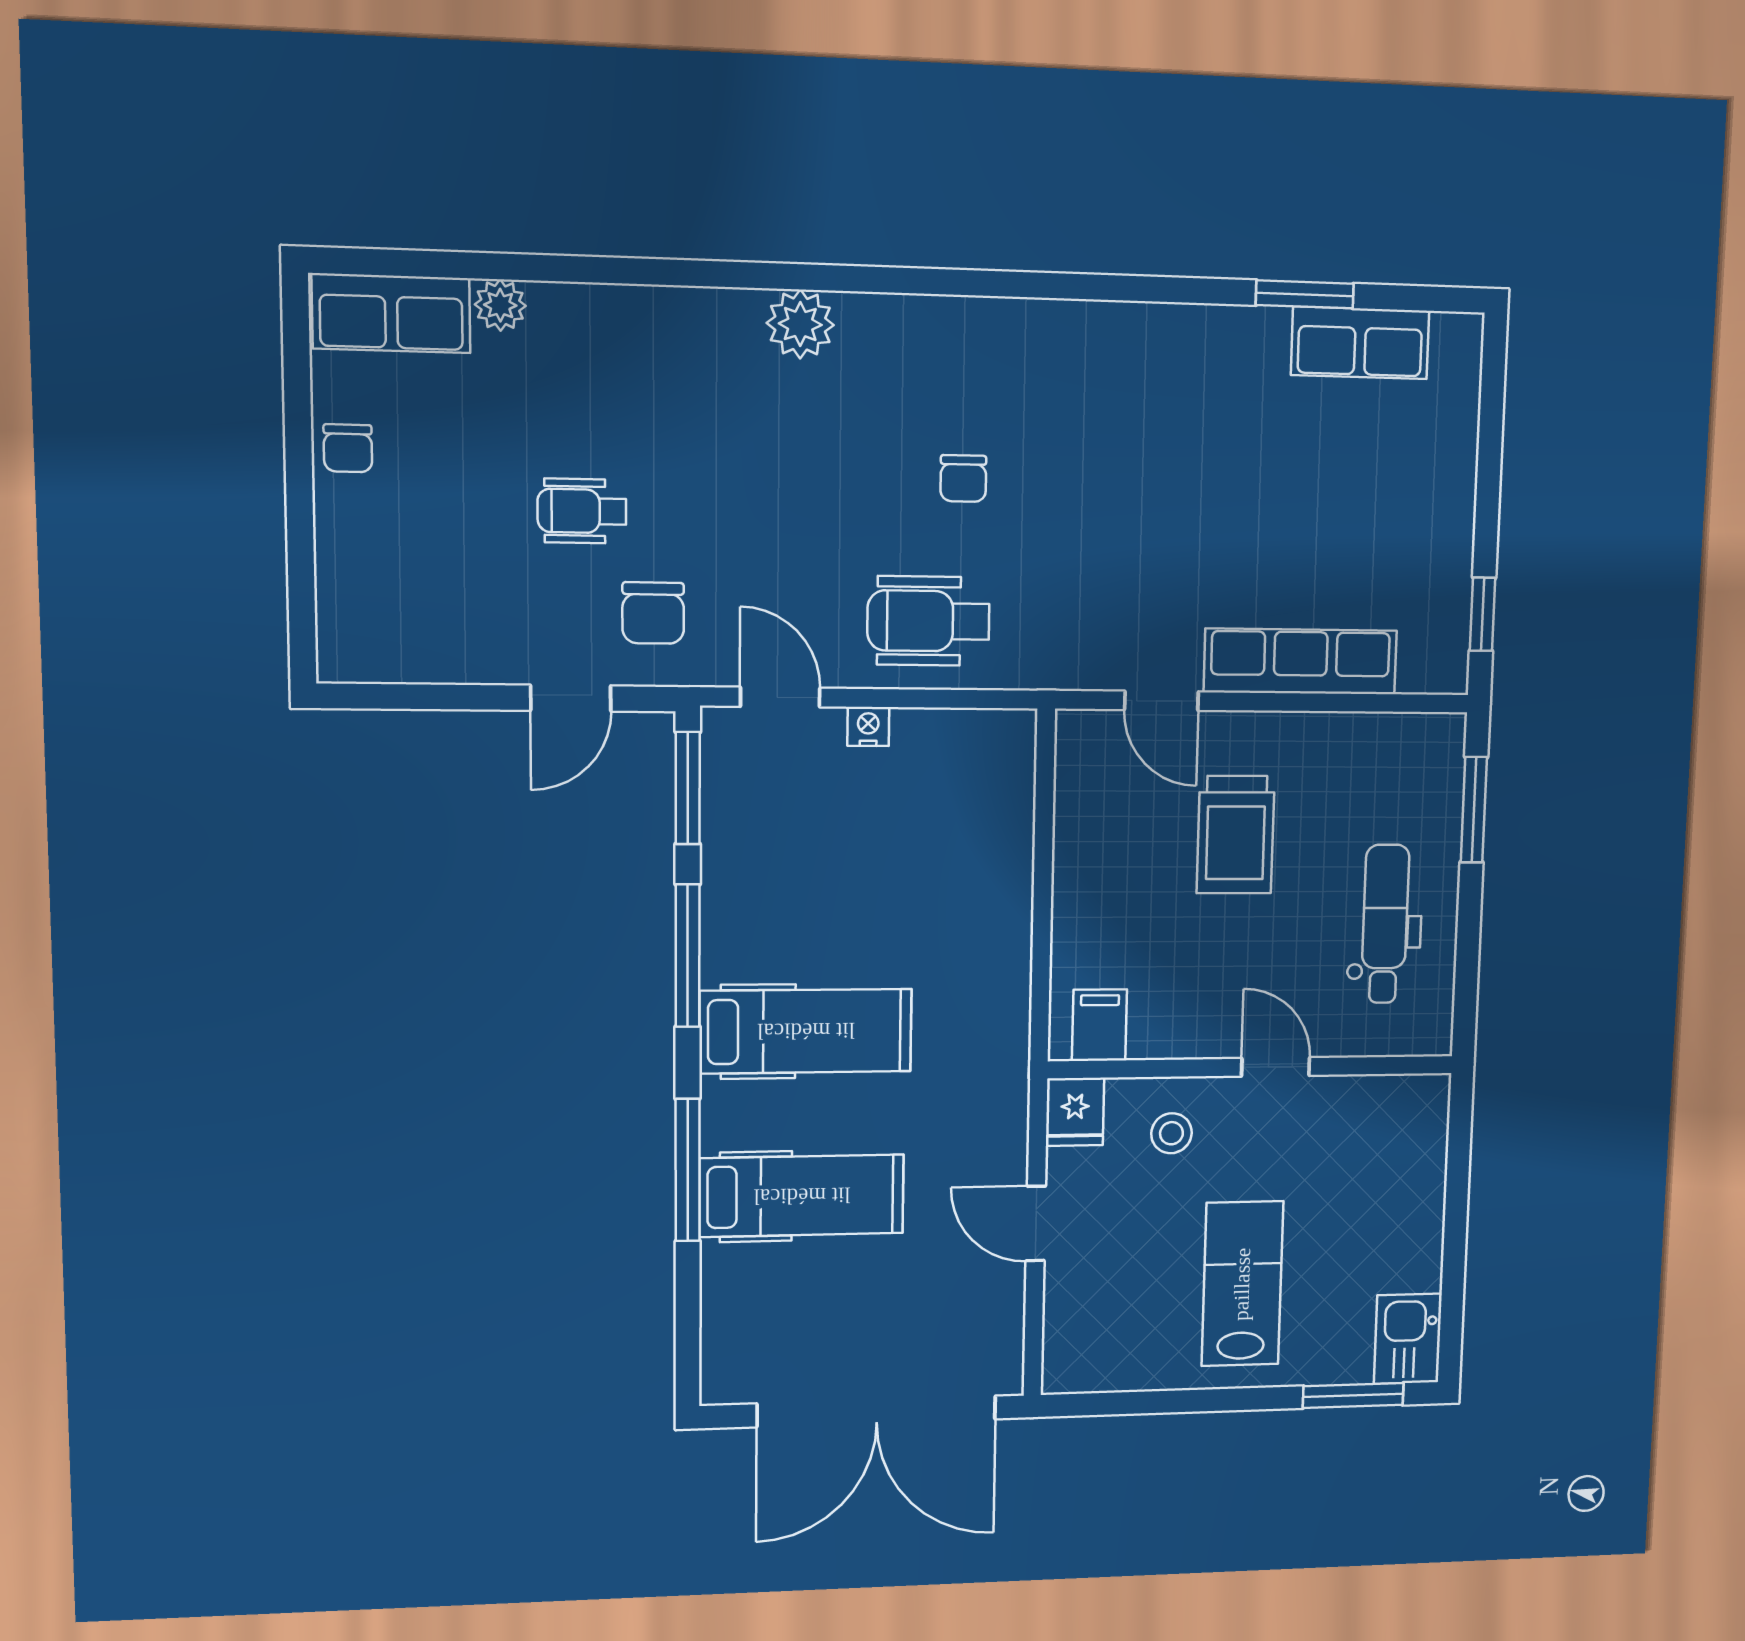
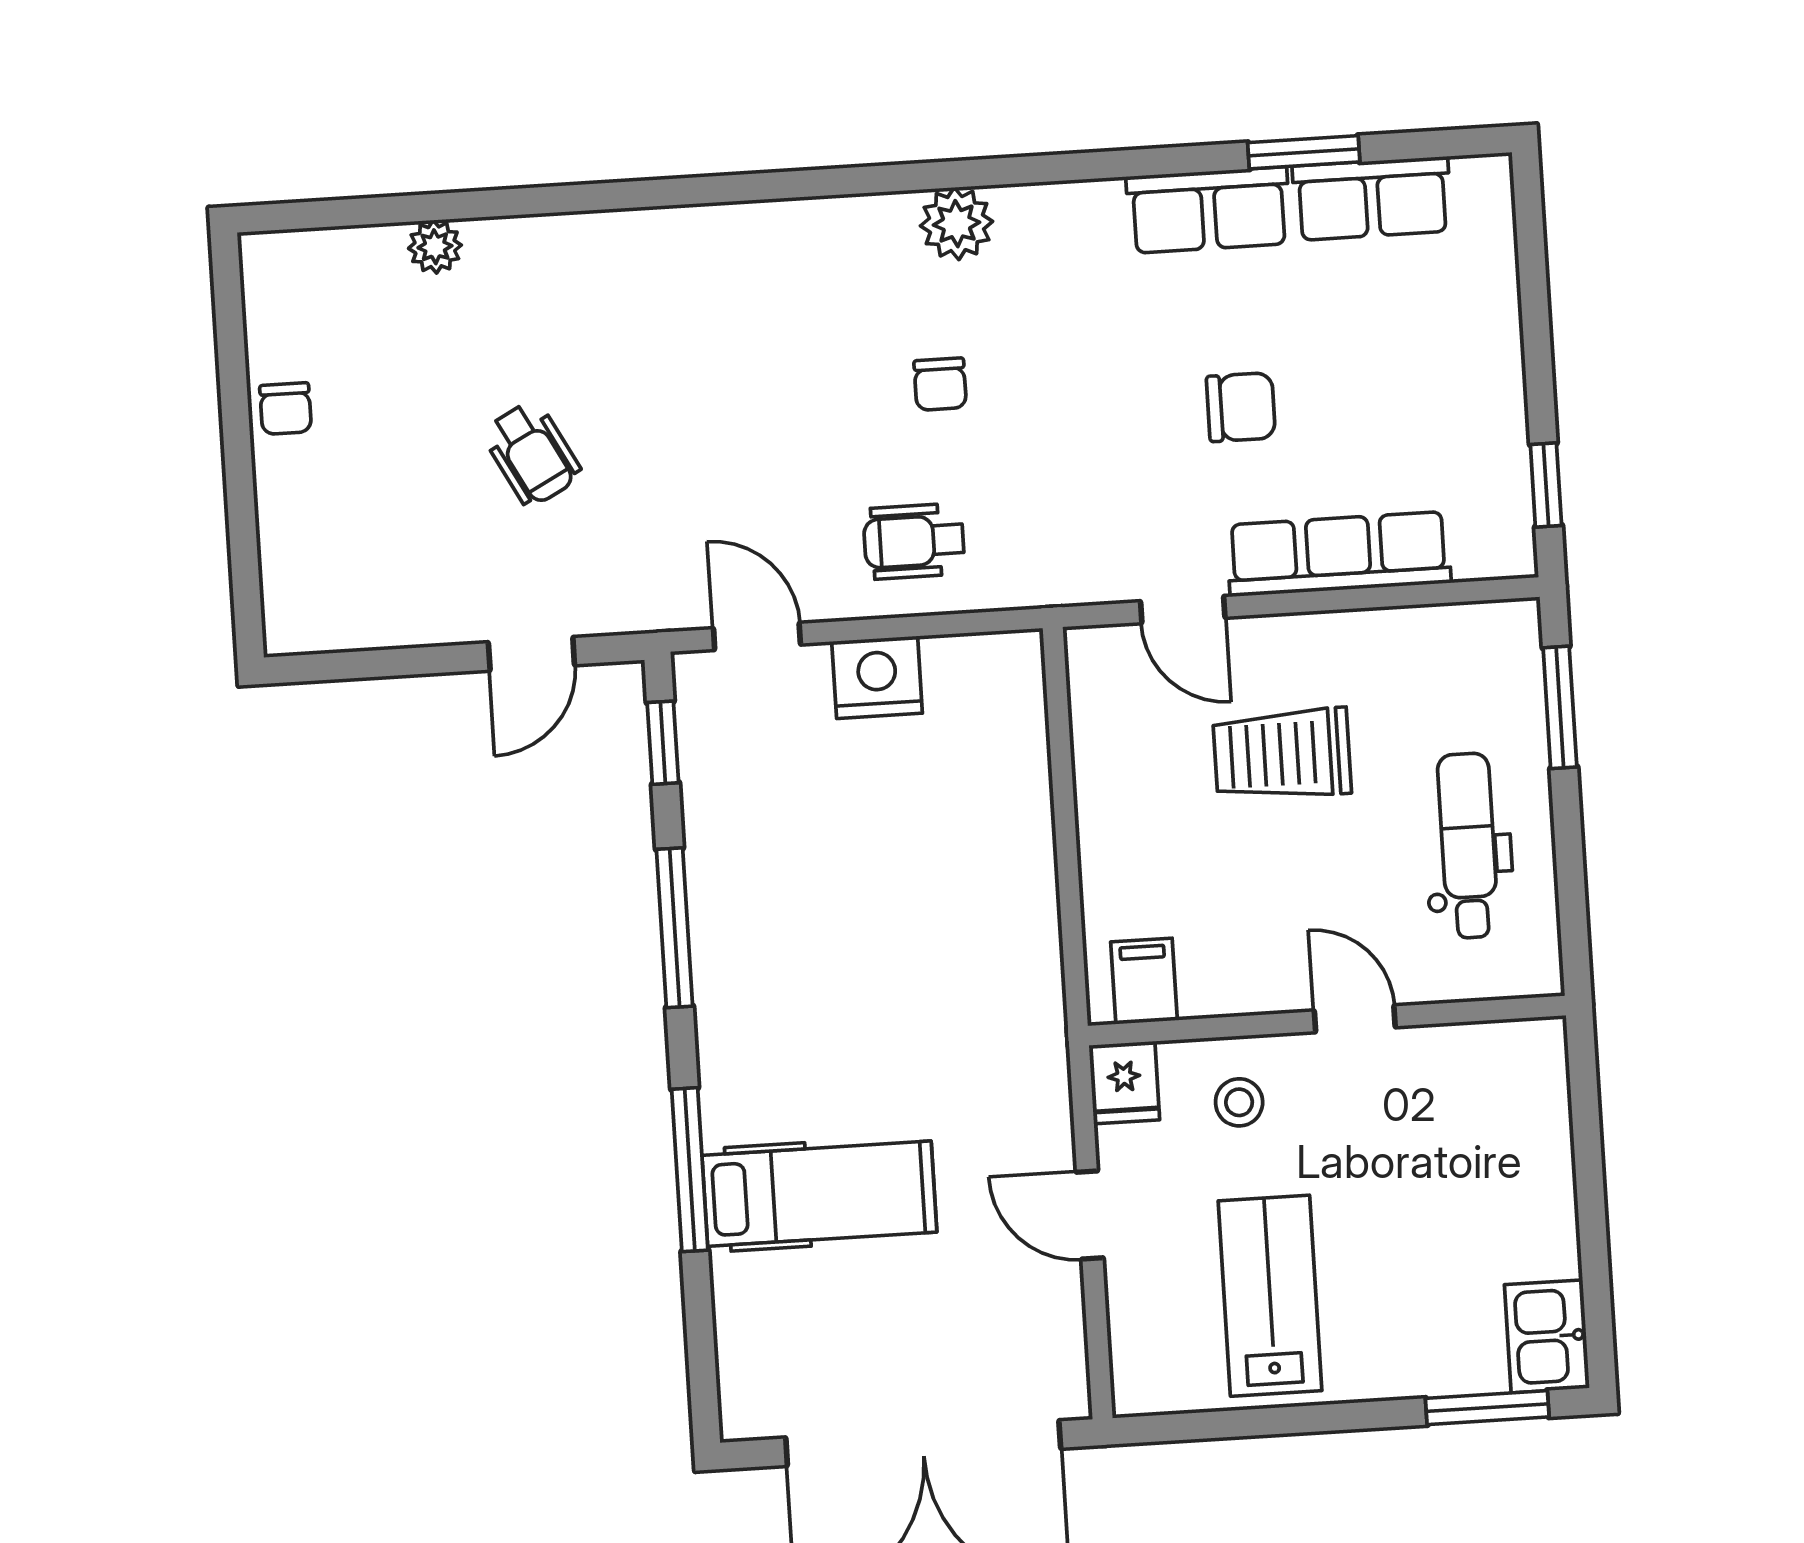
row of seats: (391, 313) -> (1209, 210), moved
plant: (800, 324) -> (957, 224), moved
wheelchair: (582, 511) -> (532, 454), turned -118
chair: (653, 613) -> (1241, 407), moved, turned -90
wheelchair: (929, 621) -> (914, 541), width x0.73, depth x0.73
nightstand: (868, 726) -> (877, 677), width x1.89, depth x1.79
window: (688, 788) -> (663, 743), width x0.67
trolley: (1236, 835) -> (1282, 754), turned 90
hospital bed: (806, 1031) -> (811, 1005), removed
lab bench: (1242, 1284) -> (1270, 1296), moved

